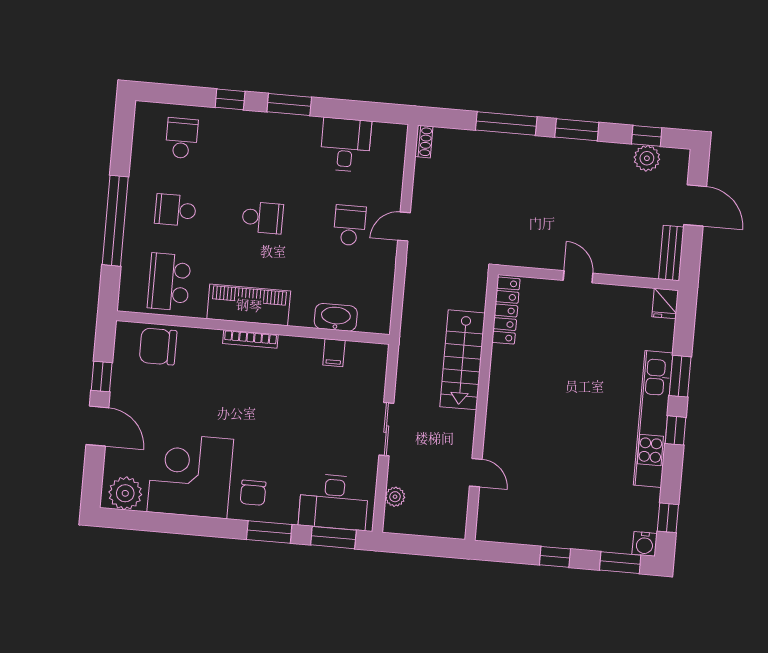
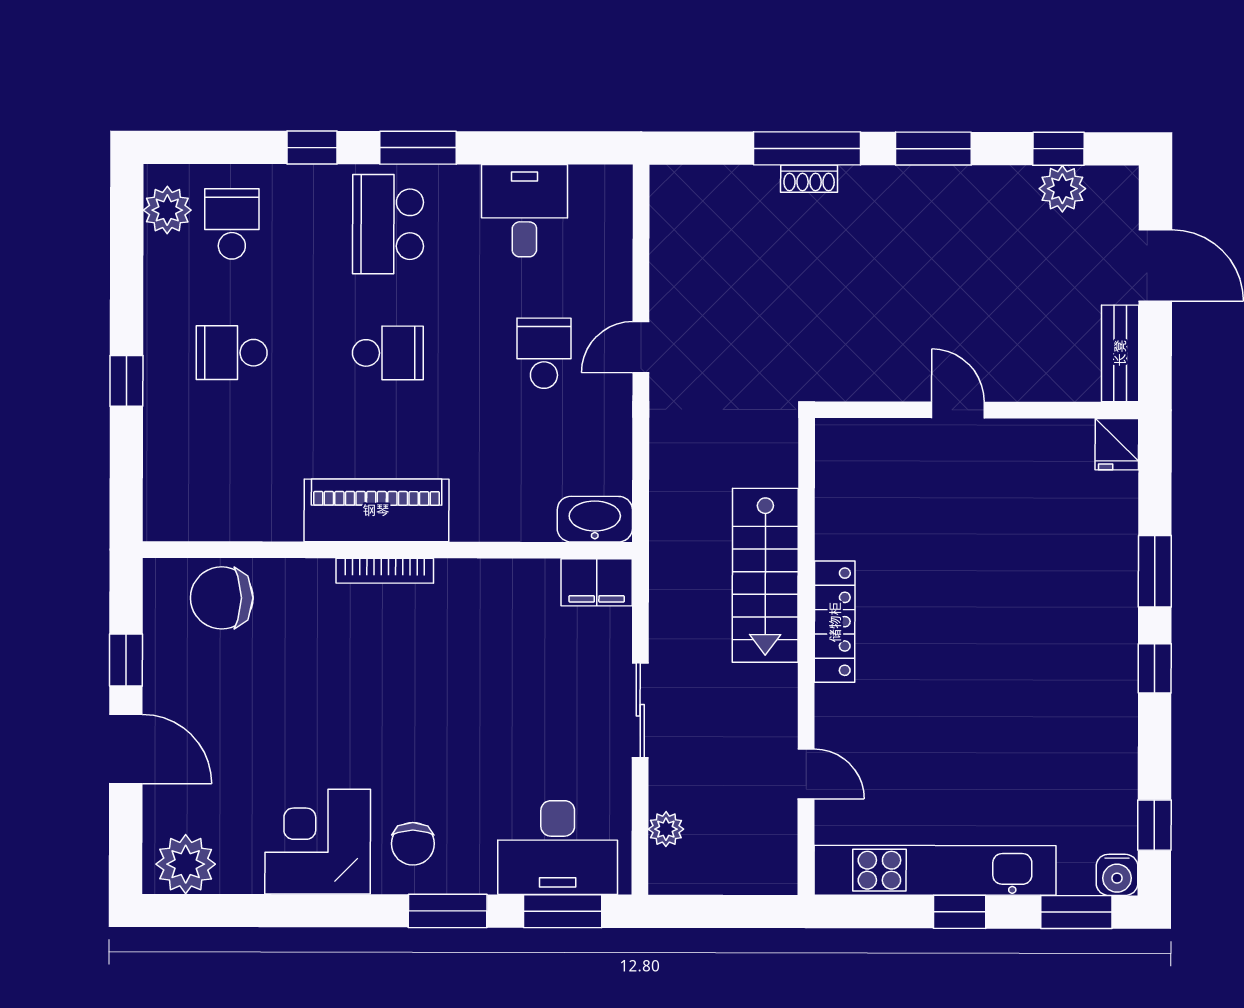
plant: (146, 127) -> (167, 210), added
shoe rack: (424, 142) -> (809, 179), moved, turned 90
window: (115, 221) -> (126, 381), width x0.32
school desk: (169, 282) -> (388, 224), moved
locker: (506, 311) -> (835, 622), moved
washbasin: (336, 317) -> (595, 519), moved
filing cabinet: (334, 353) -> (597, 582), moved, width x2.00
kitchen unit: (653, 419) -> (935, 870), moved, turned 90
corner desk: (190, 476) -> (318, 842), width x0.74, depth x0.74

